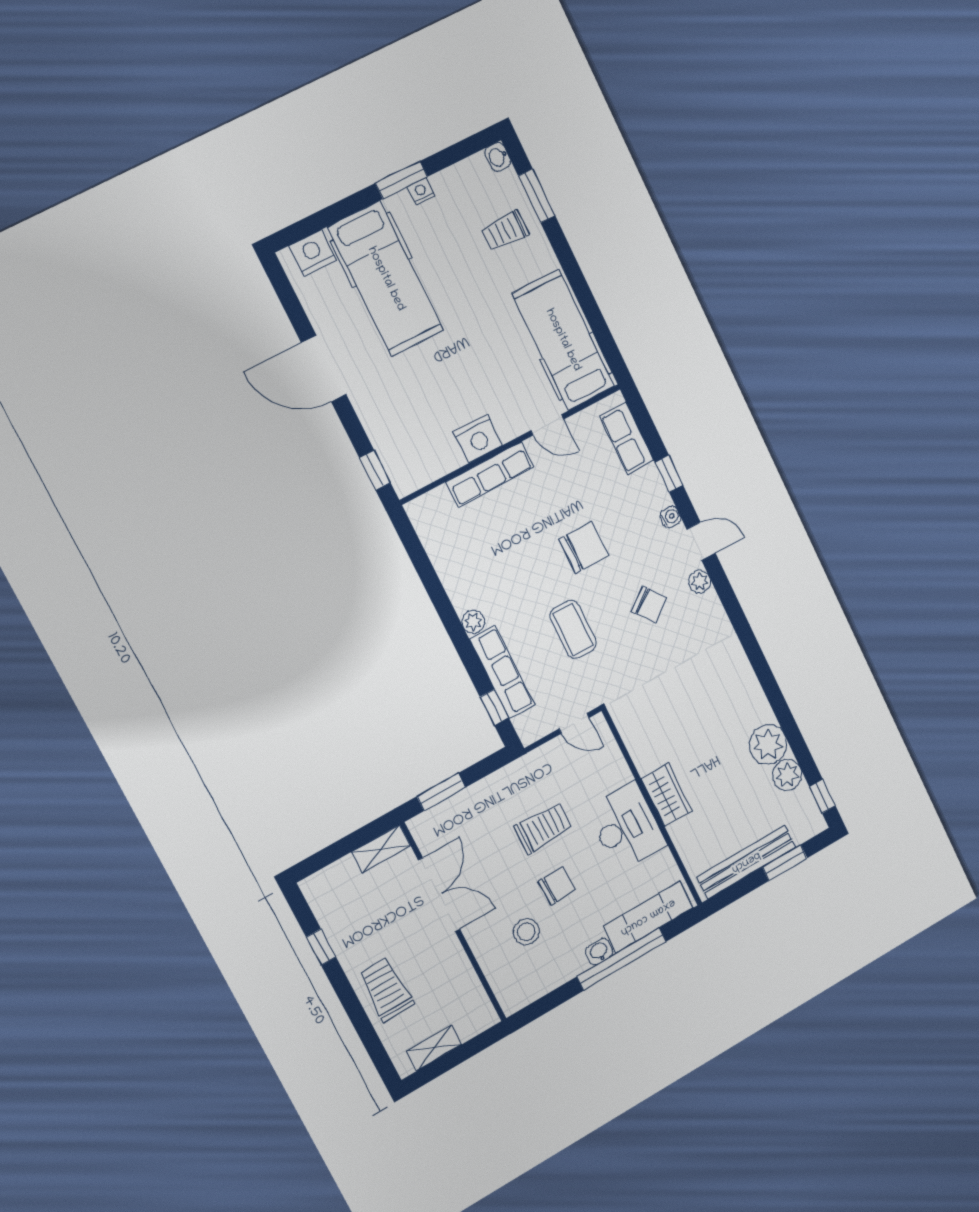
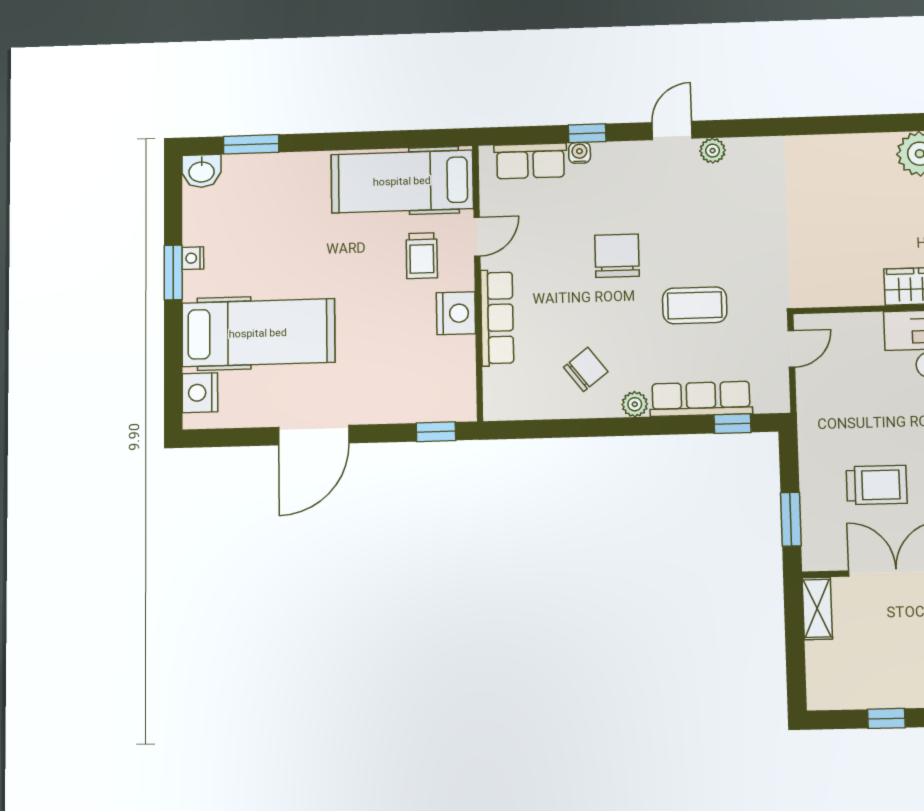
washbasin: (498, 157) -> (202, 171), width x1.38, depth x1.45
trolley: (505, 231) -> (422, 256), moved
water cooler: (671, 517) -> (580, 153), moved
chair: (649, 605) -> (586, 369), moved
trolley: (543, 828) -> (877, 485), moved, turned 90

